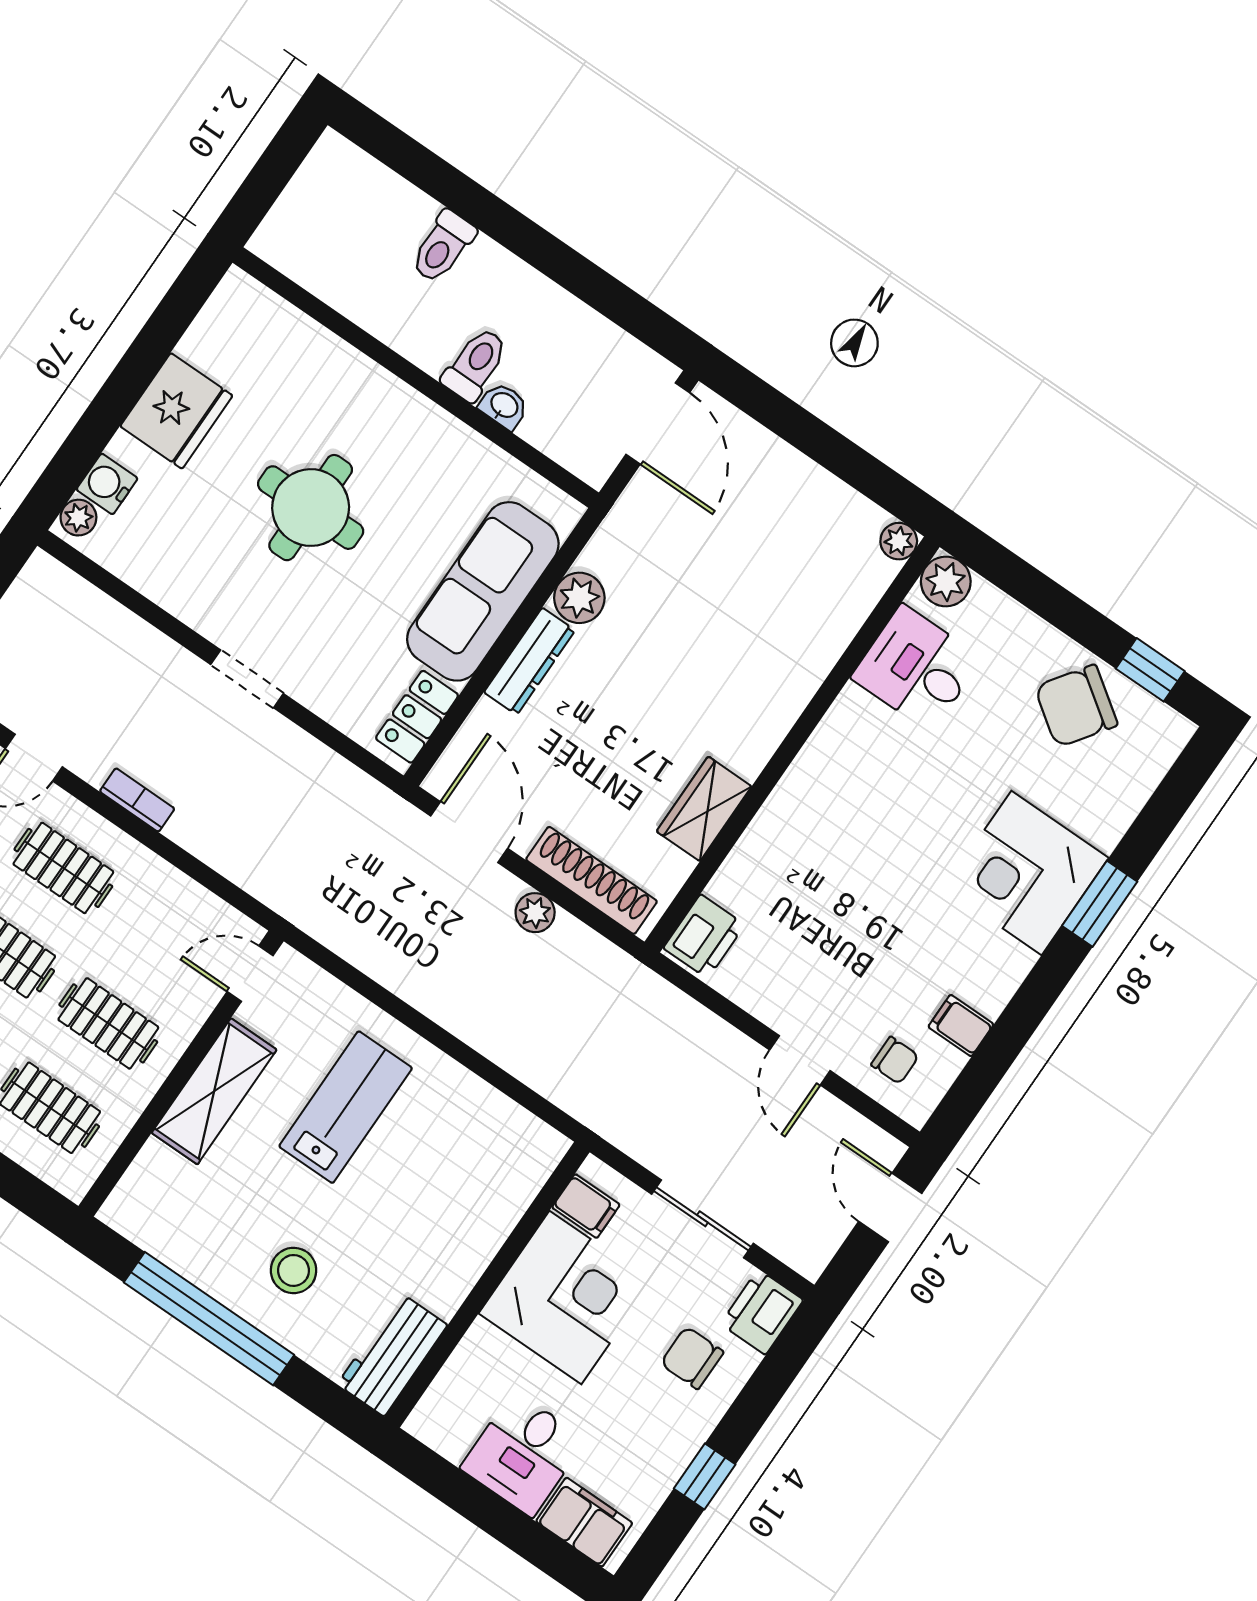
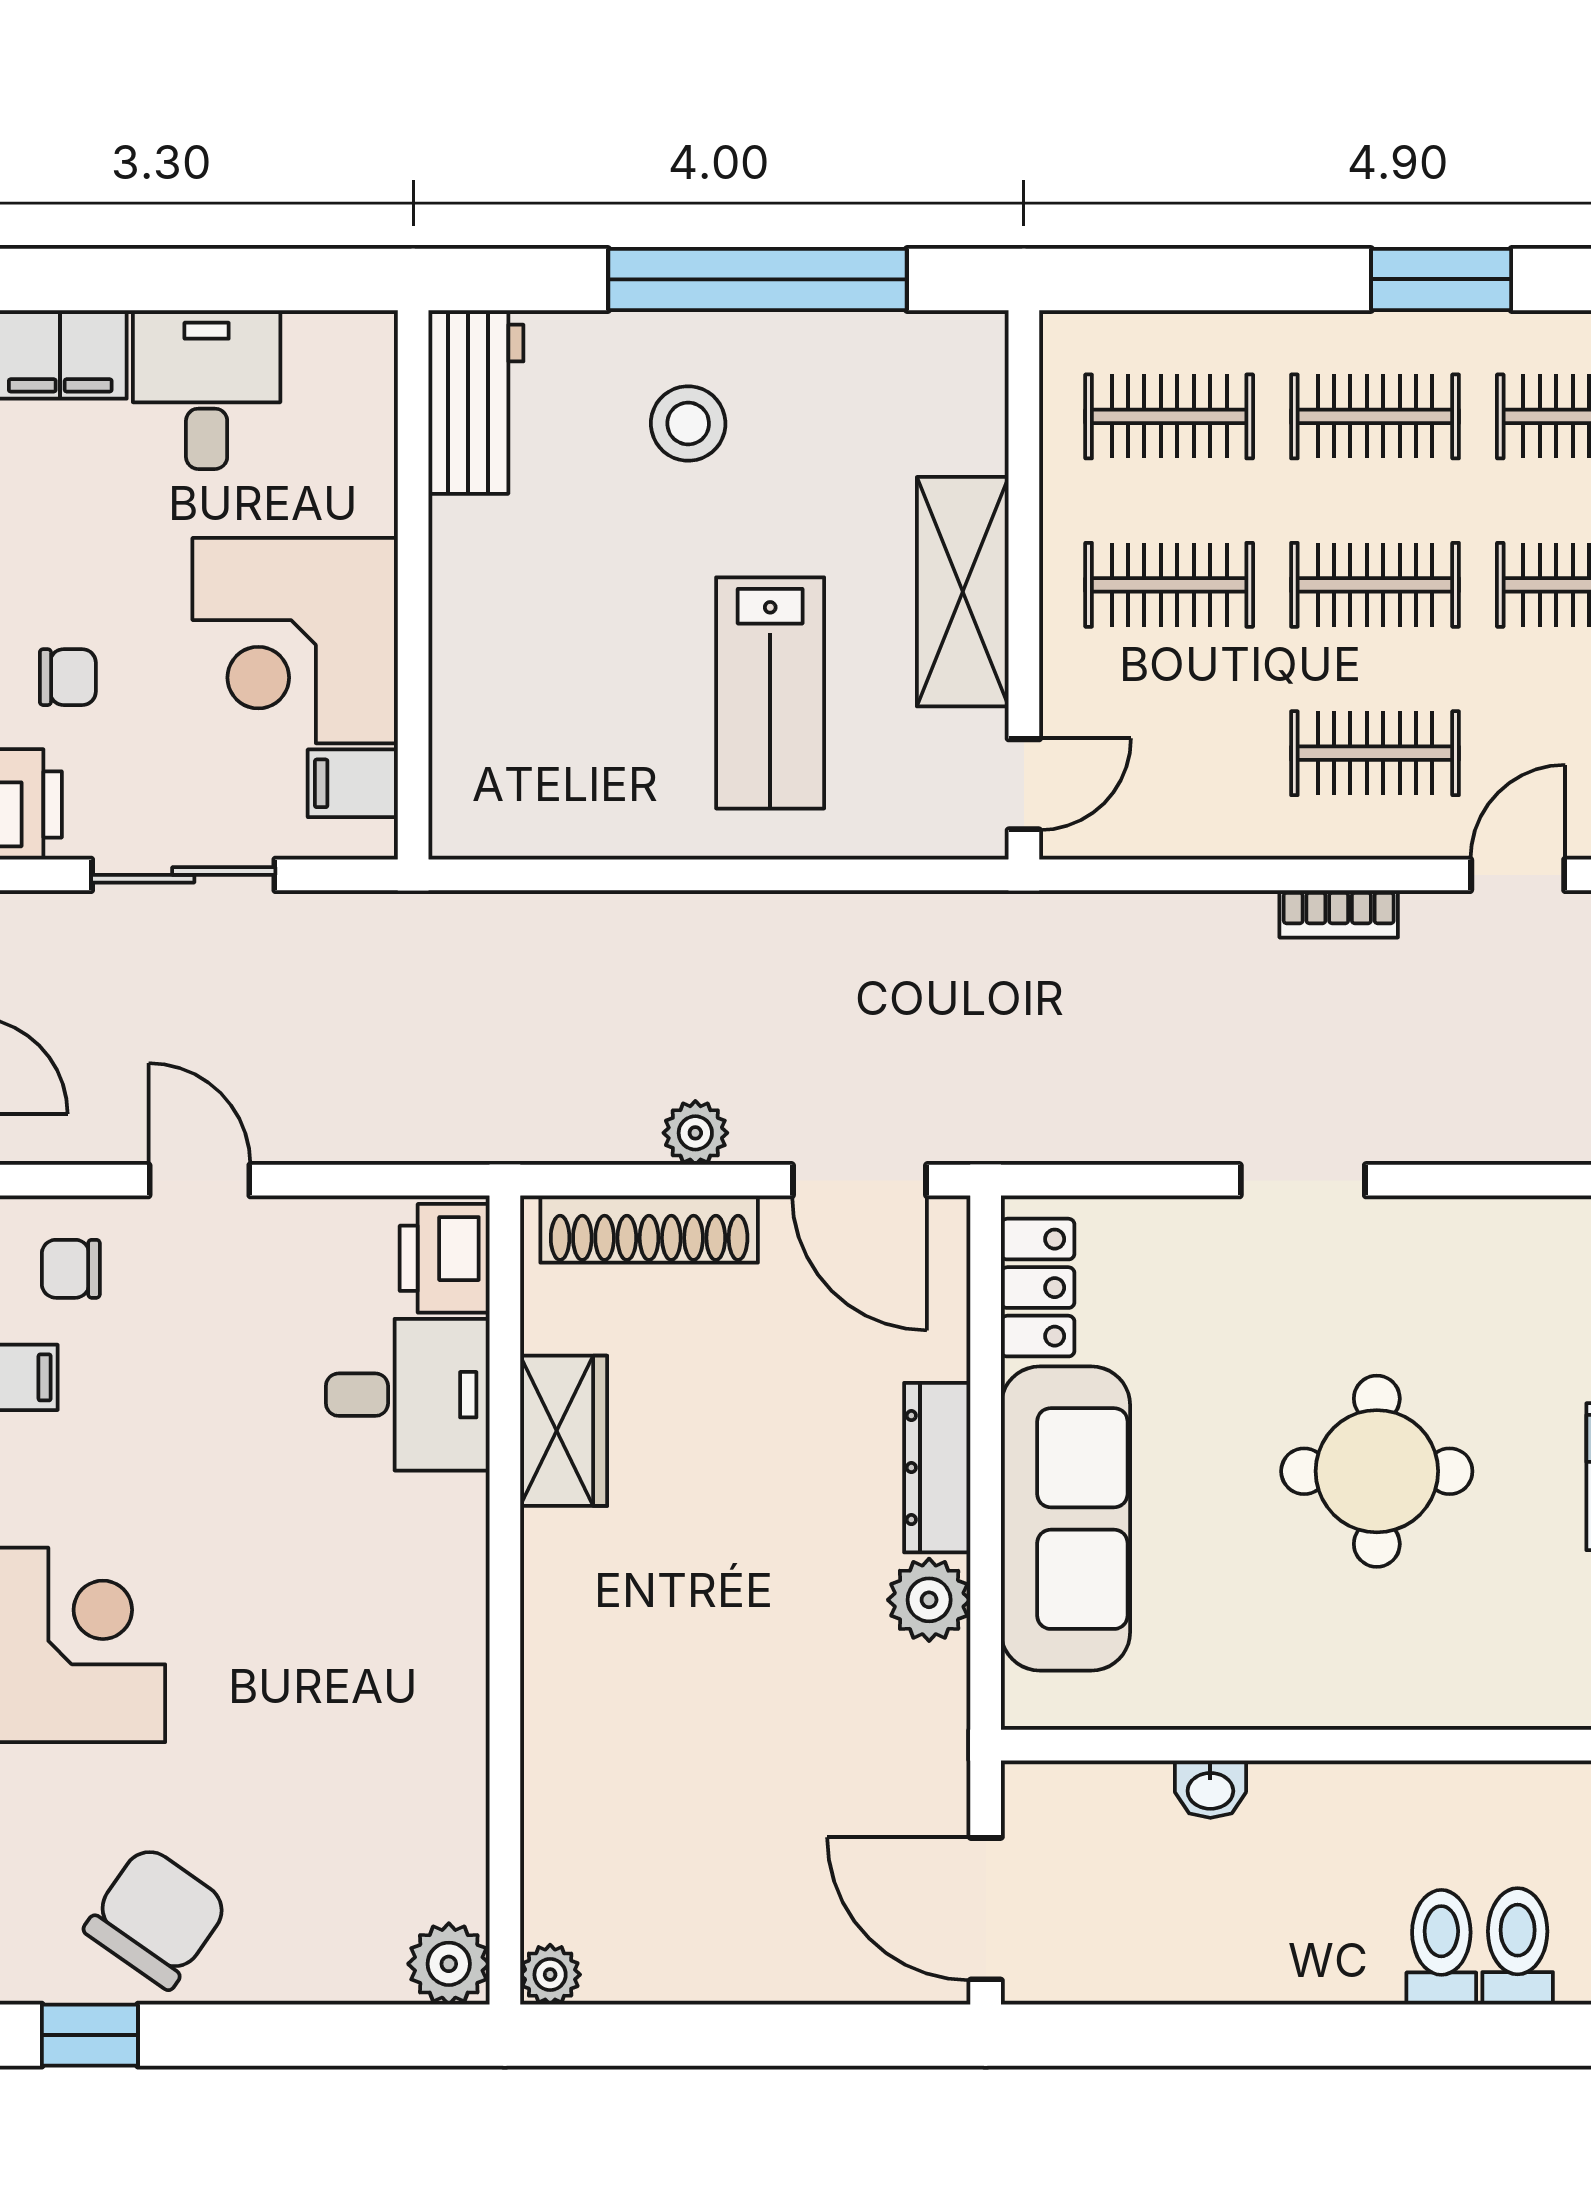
toilet: (475, 364) -> (1518, 1946), moved, turned 180
desk: (916, 668) -> (408, 1395), moved
chair: (692, 1358) -> (68, 677), width x0.73, depth x0.73

